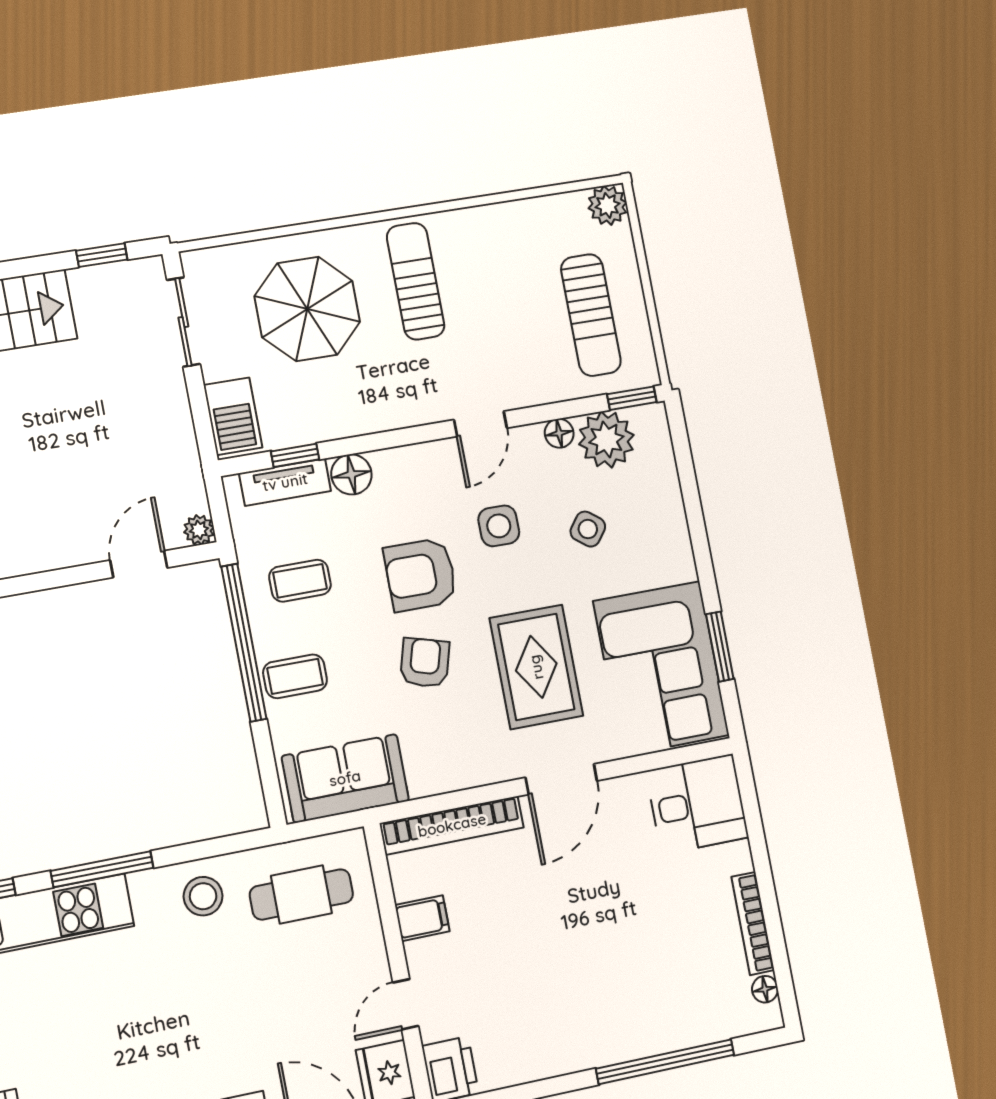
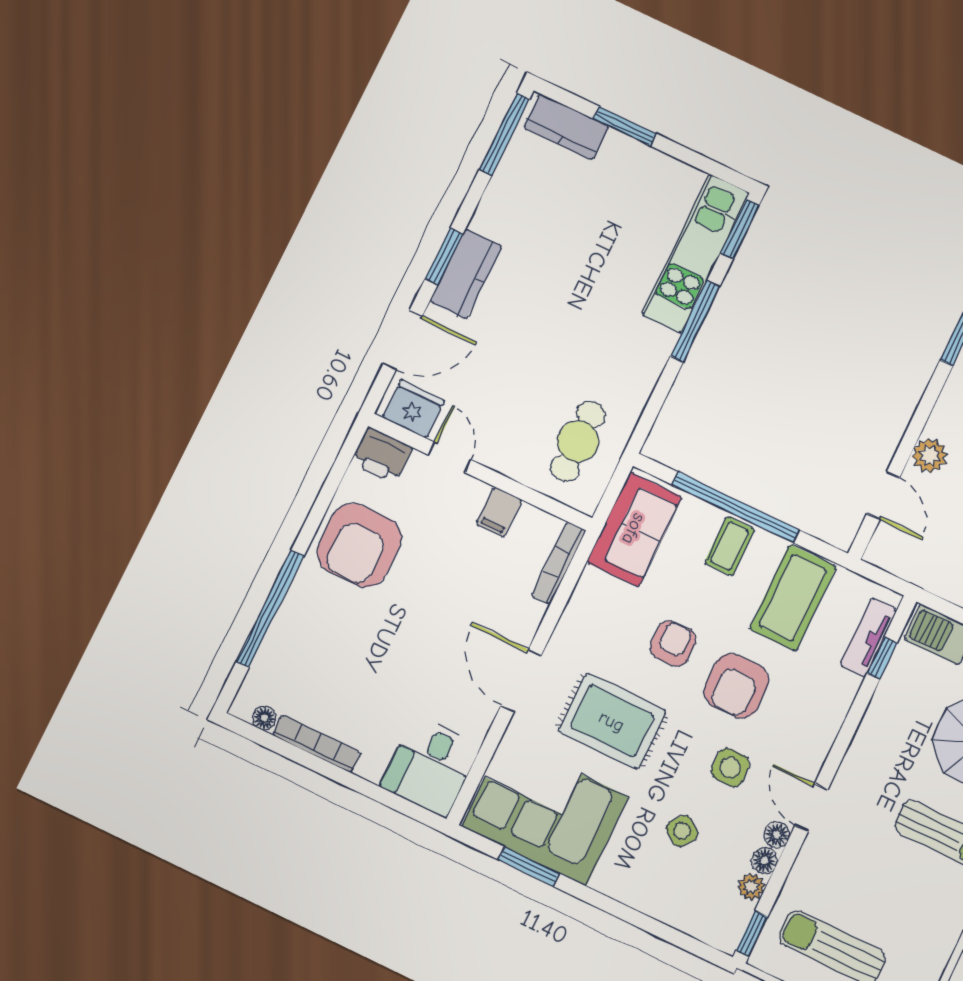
plant: (606, 440) -> (751, 887), width x0.53, depth x0.53
floor lamp: (351, 474) -> (777, 835), moved, width x0.73, depth x0.73
plant: (199, 530) -> (929, 456), moved, width x1.38, depth x1.38
armchair: (420, 575) -> (736, 686), turned 180
coffee table: (300, 581) -> (793, 598), width x1.86, depth x1.72
window: (244, 643) -> (736, 507), moved
armchair: (425, 663) -> (673, 644), turned -106
bookcase: (452, 825) -> (559, 563), width x0.68, depth x0.76
stool: (203, 896) -> (627, 375), removed
armchair: (548, 1025) -> (359, 545), added

